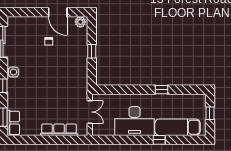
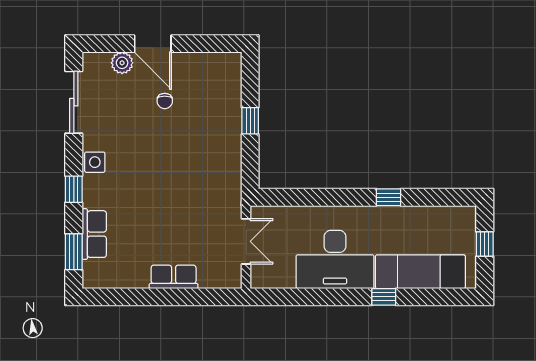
door: (58, 12) -> (153, 44), moved
plant: (80, 22) -> (122, 63), moved
row of seats: (13, 123) -> (94, 234), moved
row of seats: (59, 130) -> (174, 277), width x0.68

